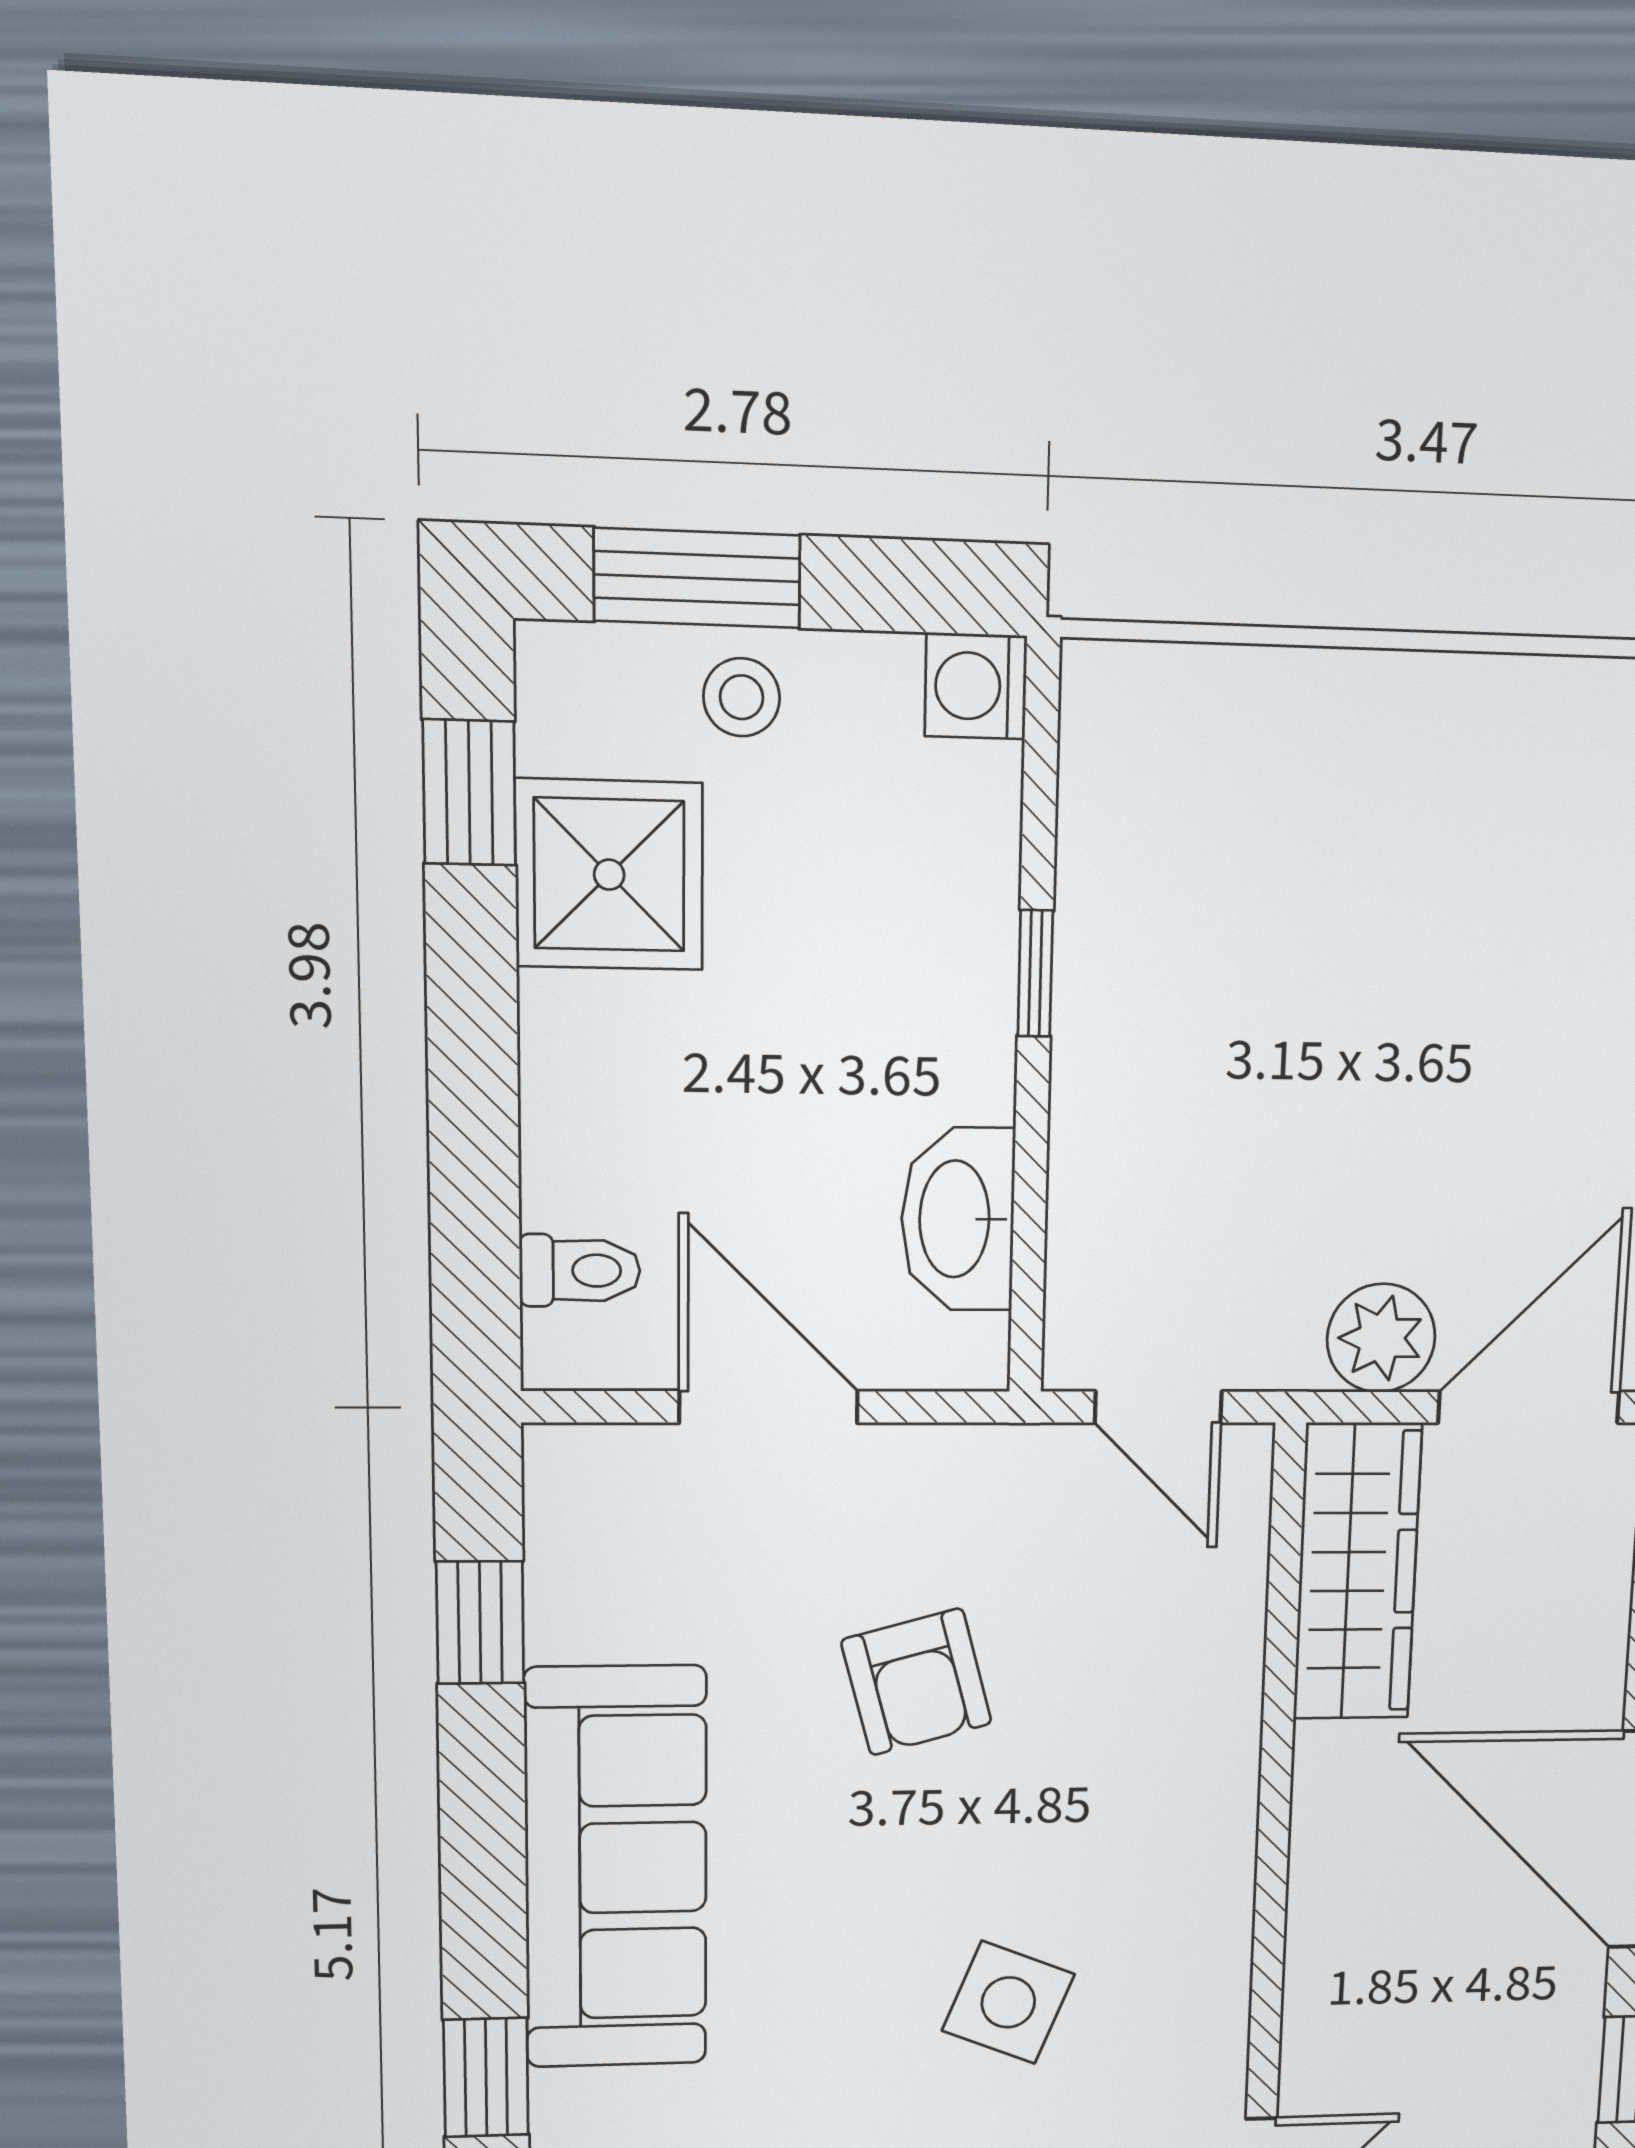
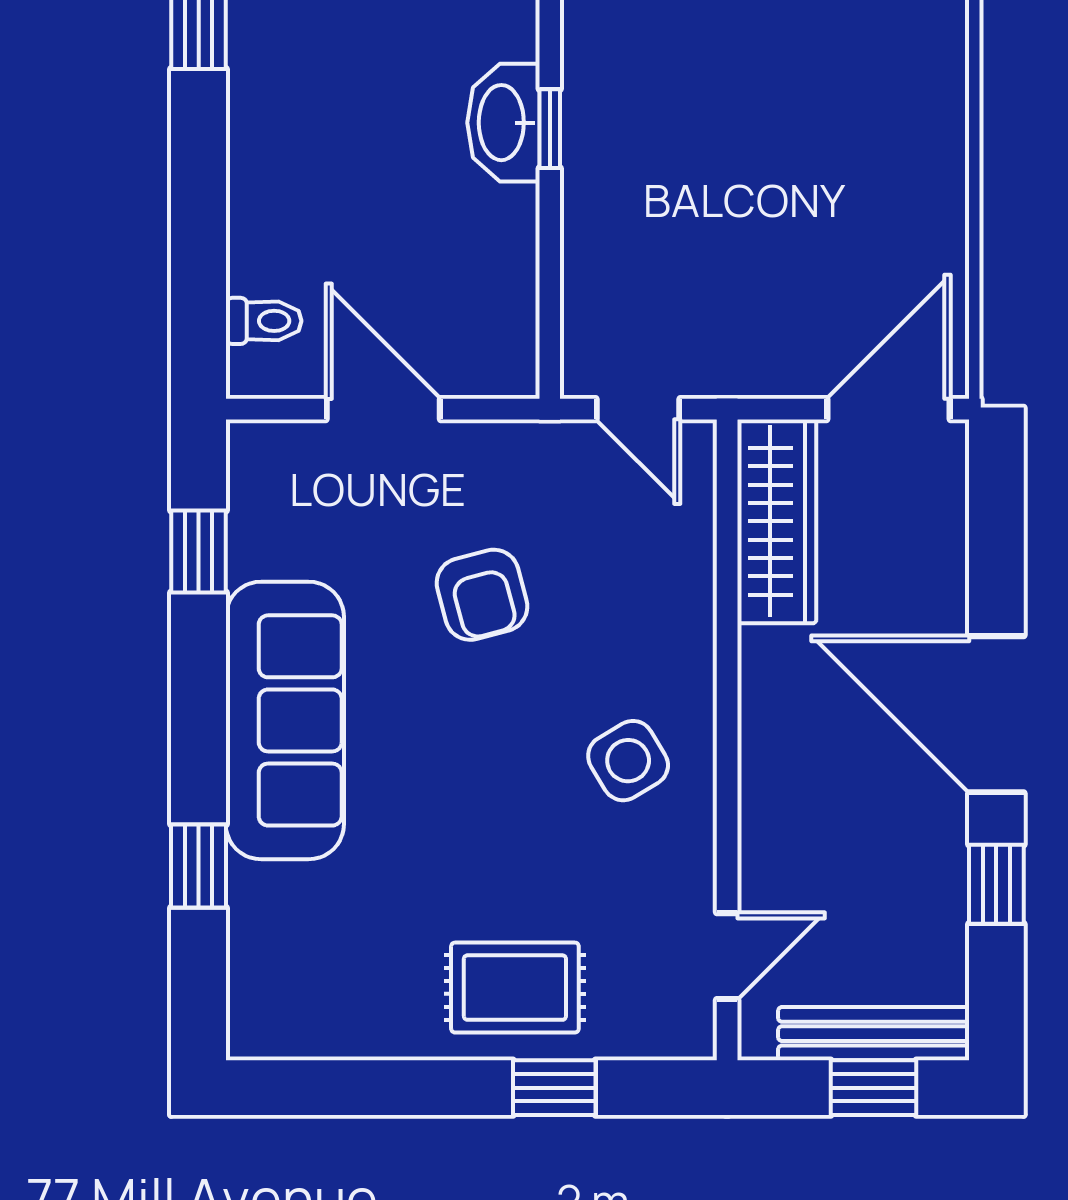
shower: (609, 875) -> (283, 73), removed
washbasin: (958, 1219) -> (503, 123), moved
plant: (1381, 1338) -> (785, 363), removed
side table: (1008, 2002) -> (628, 761), moved, turned 37

